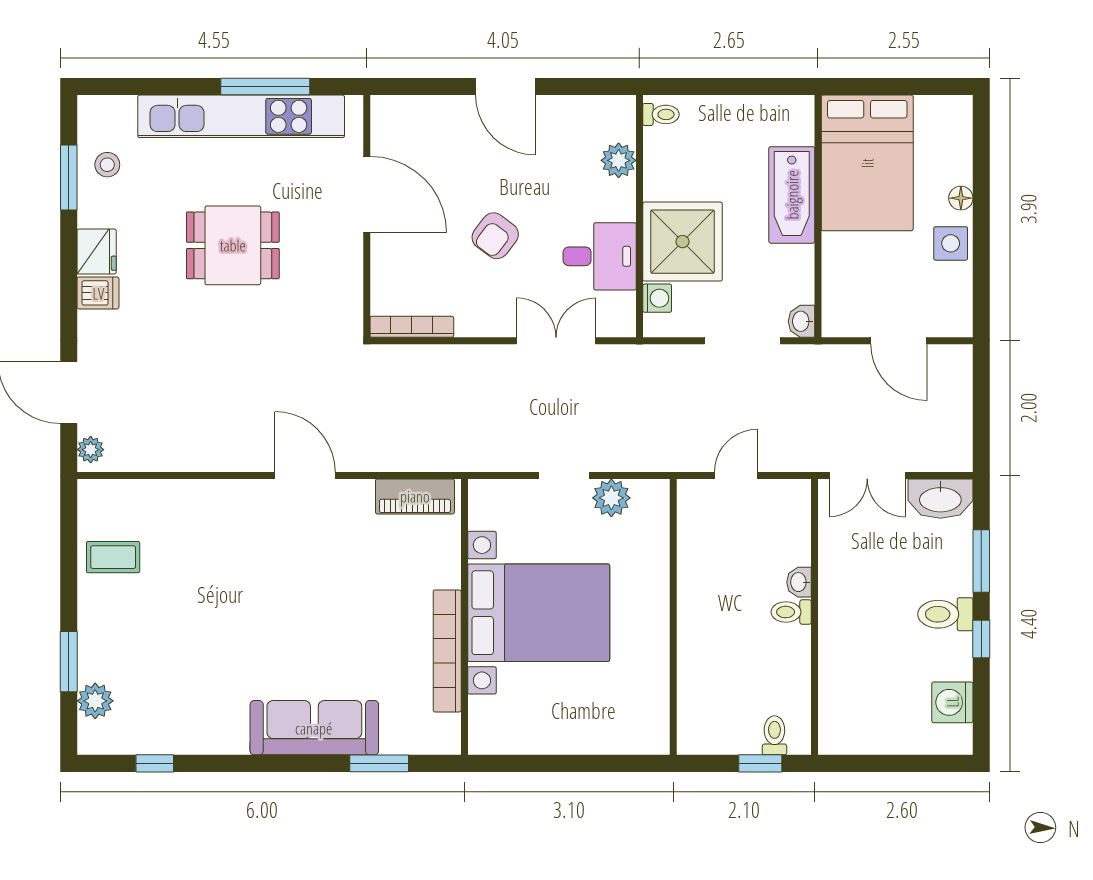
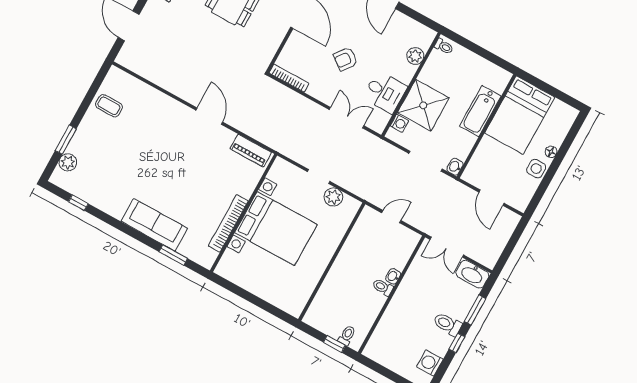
plant: (91, 450) -> (124, 55), removed

